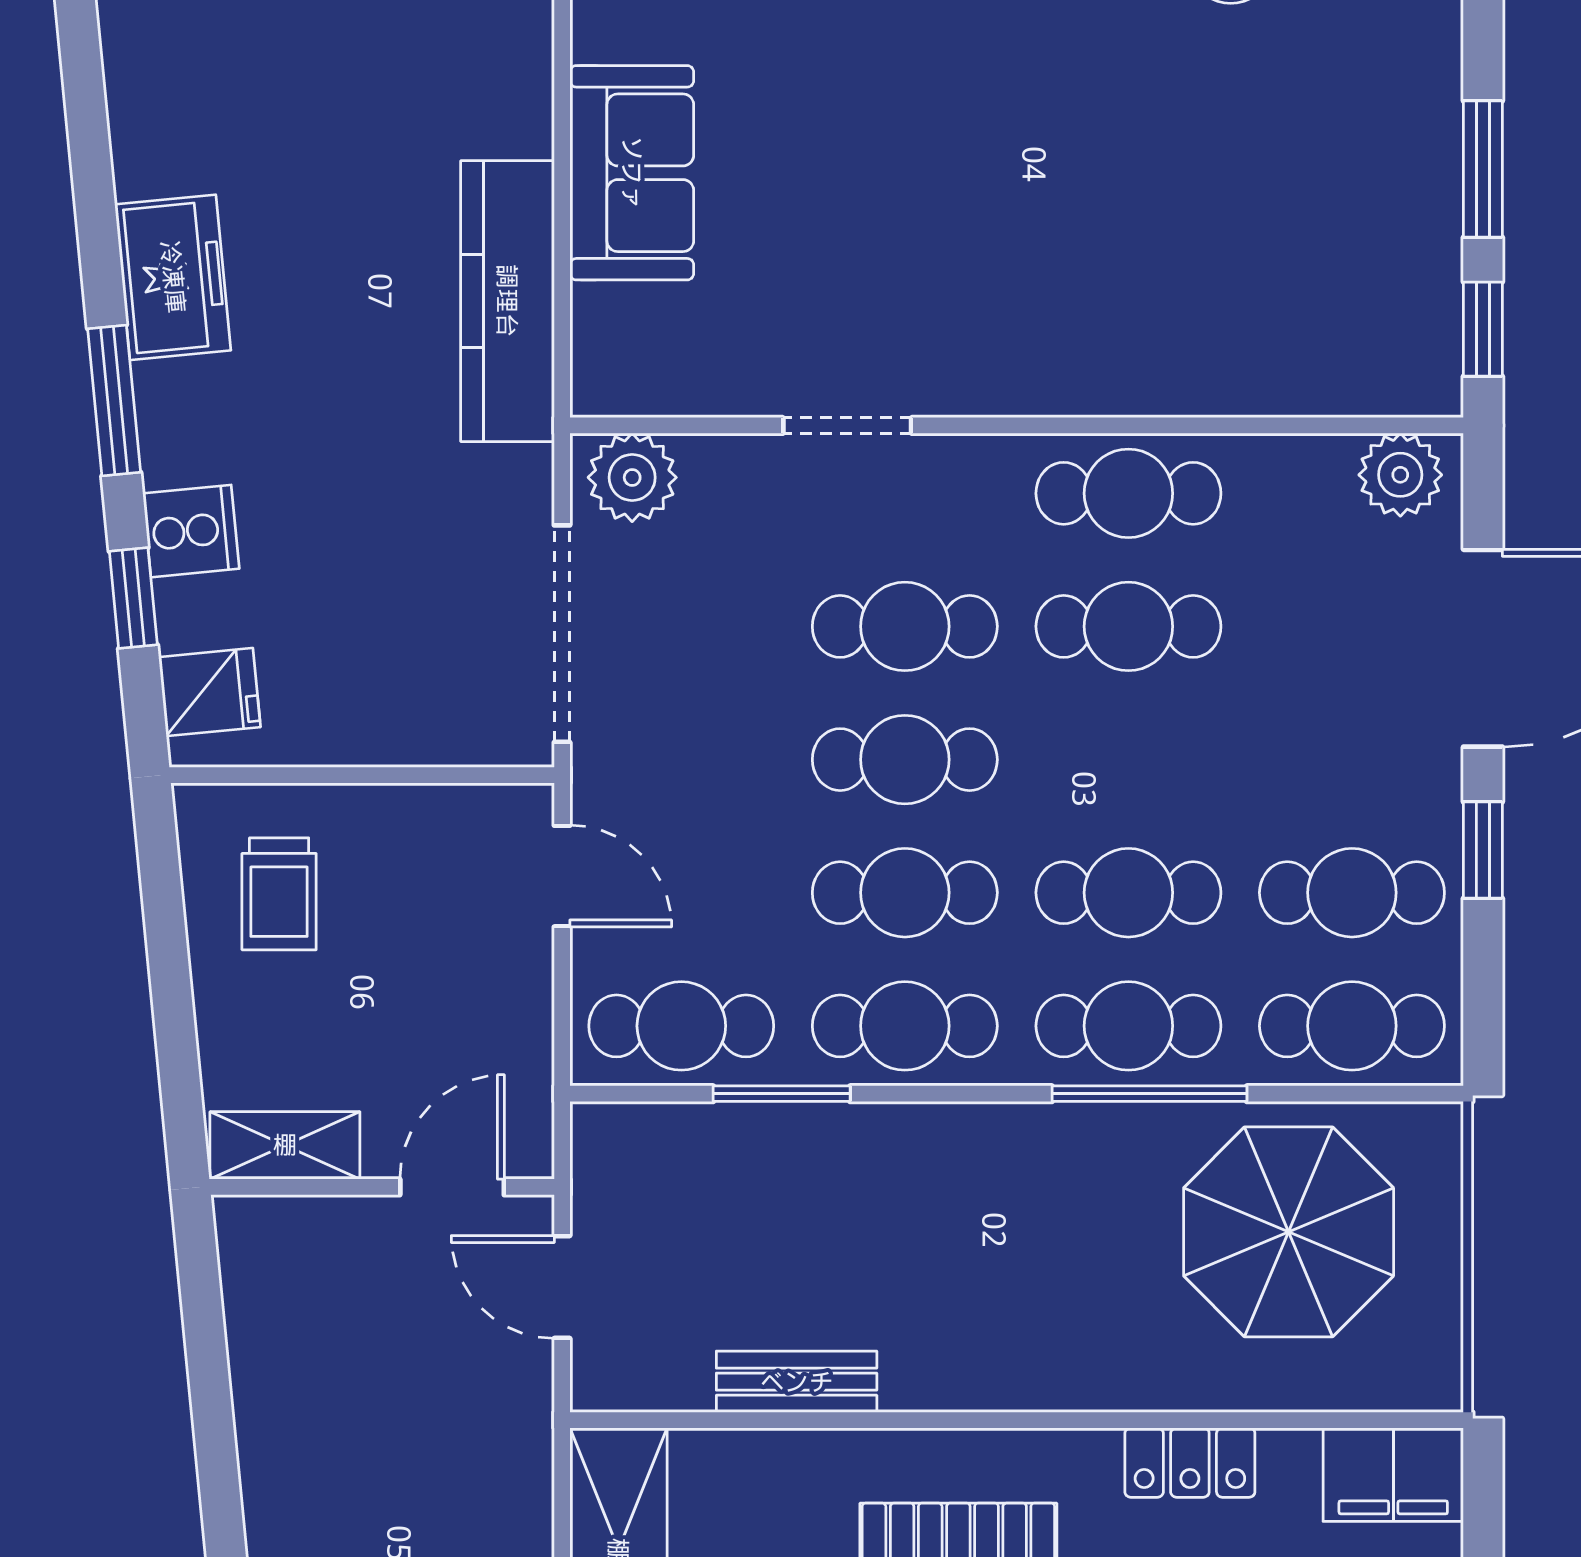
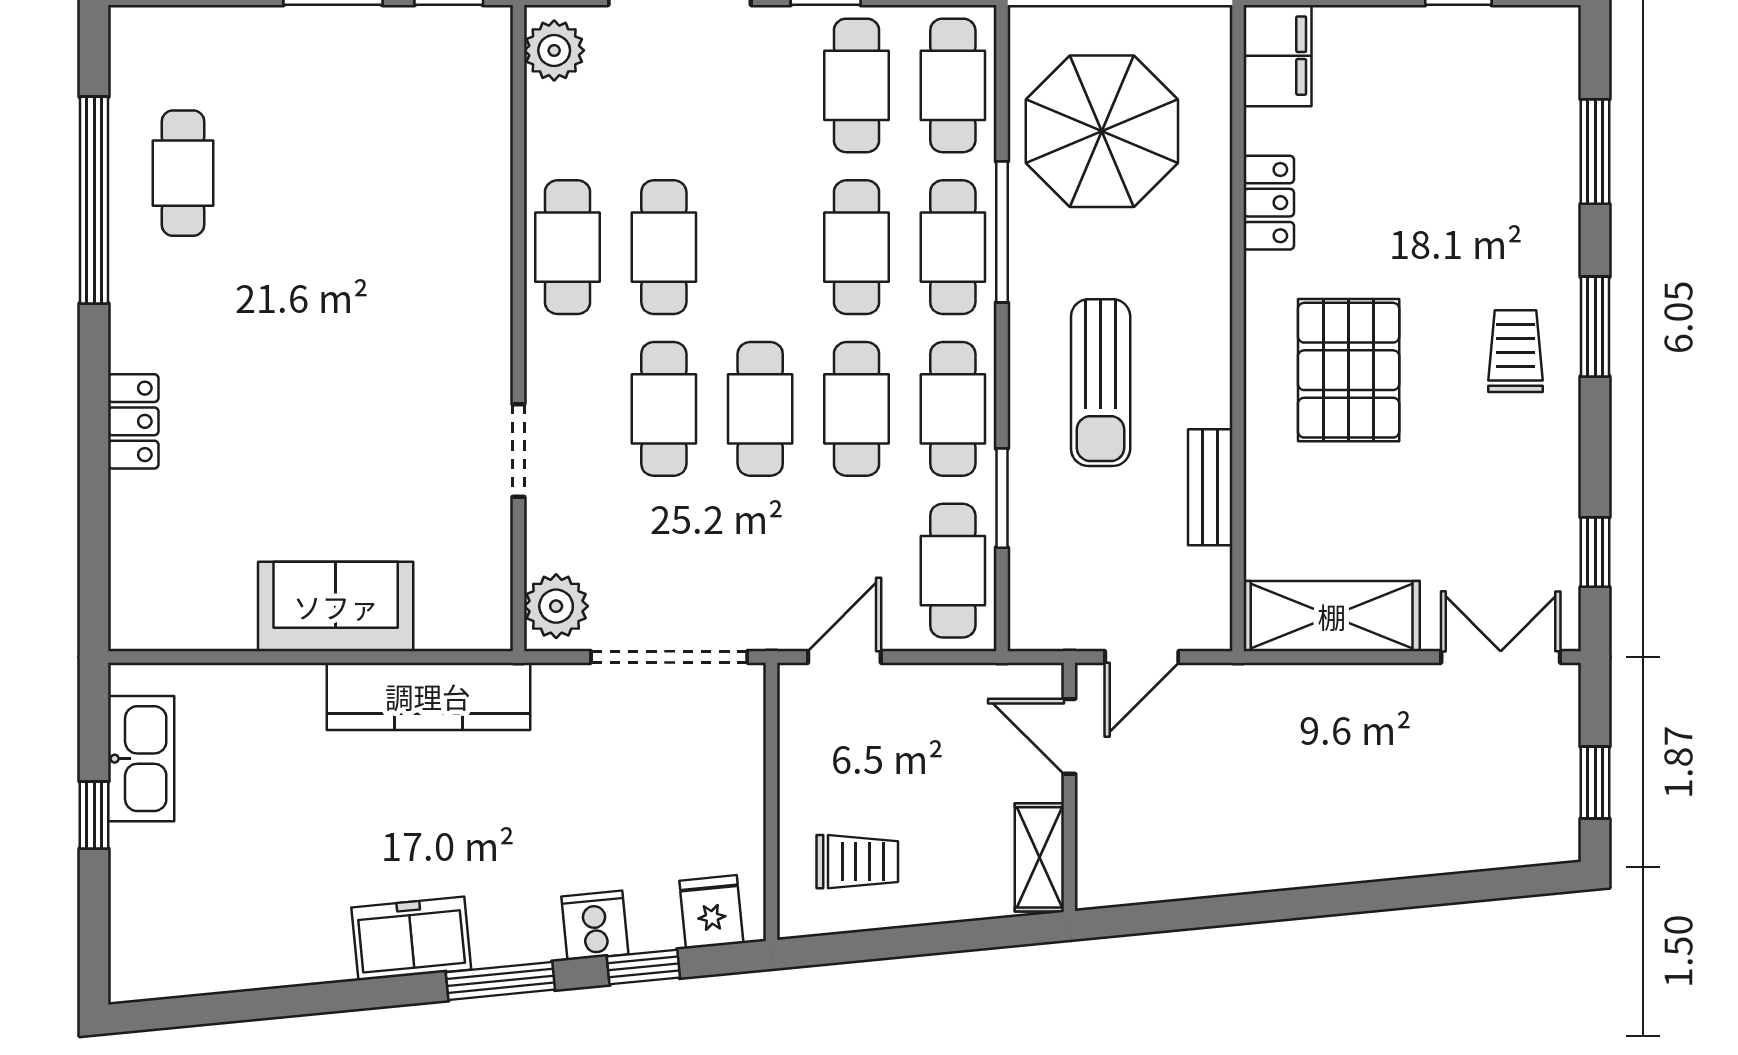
sun lounger: (941, 1230) -> (1101, 383), added

